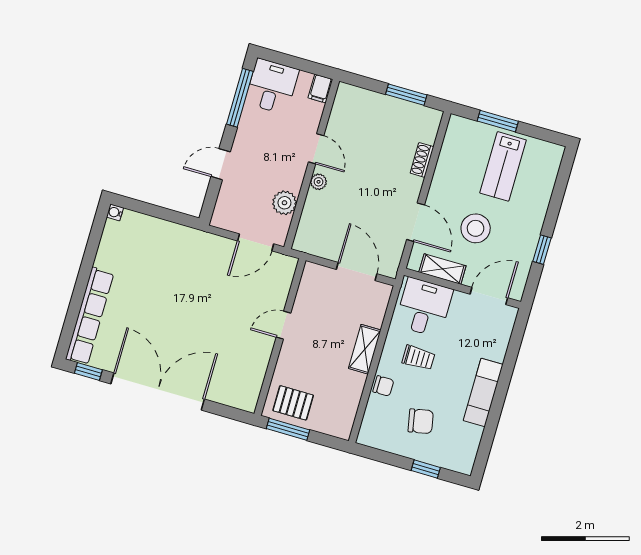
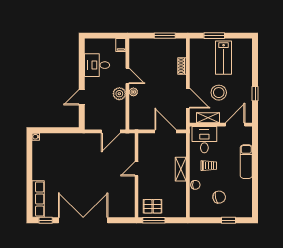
desk: (272, 86) -> (97, 65), moved, turned -90
window: (240, 98) -> (82, 61), removed
plant: (284, 203) -> (119, 94), moved
row of seats: (90, 316) -> (38, 199), width x0.73
exam couch: (483, 392) -> (246, 162), moved

